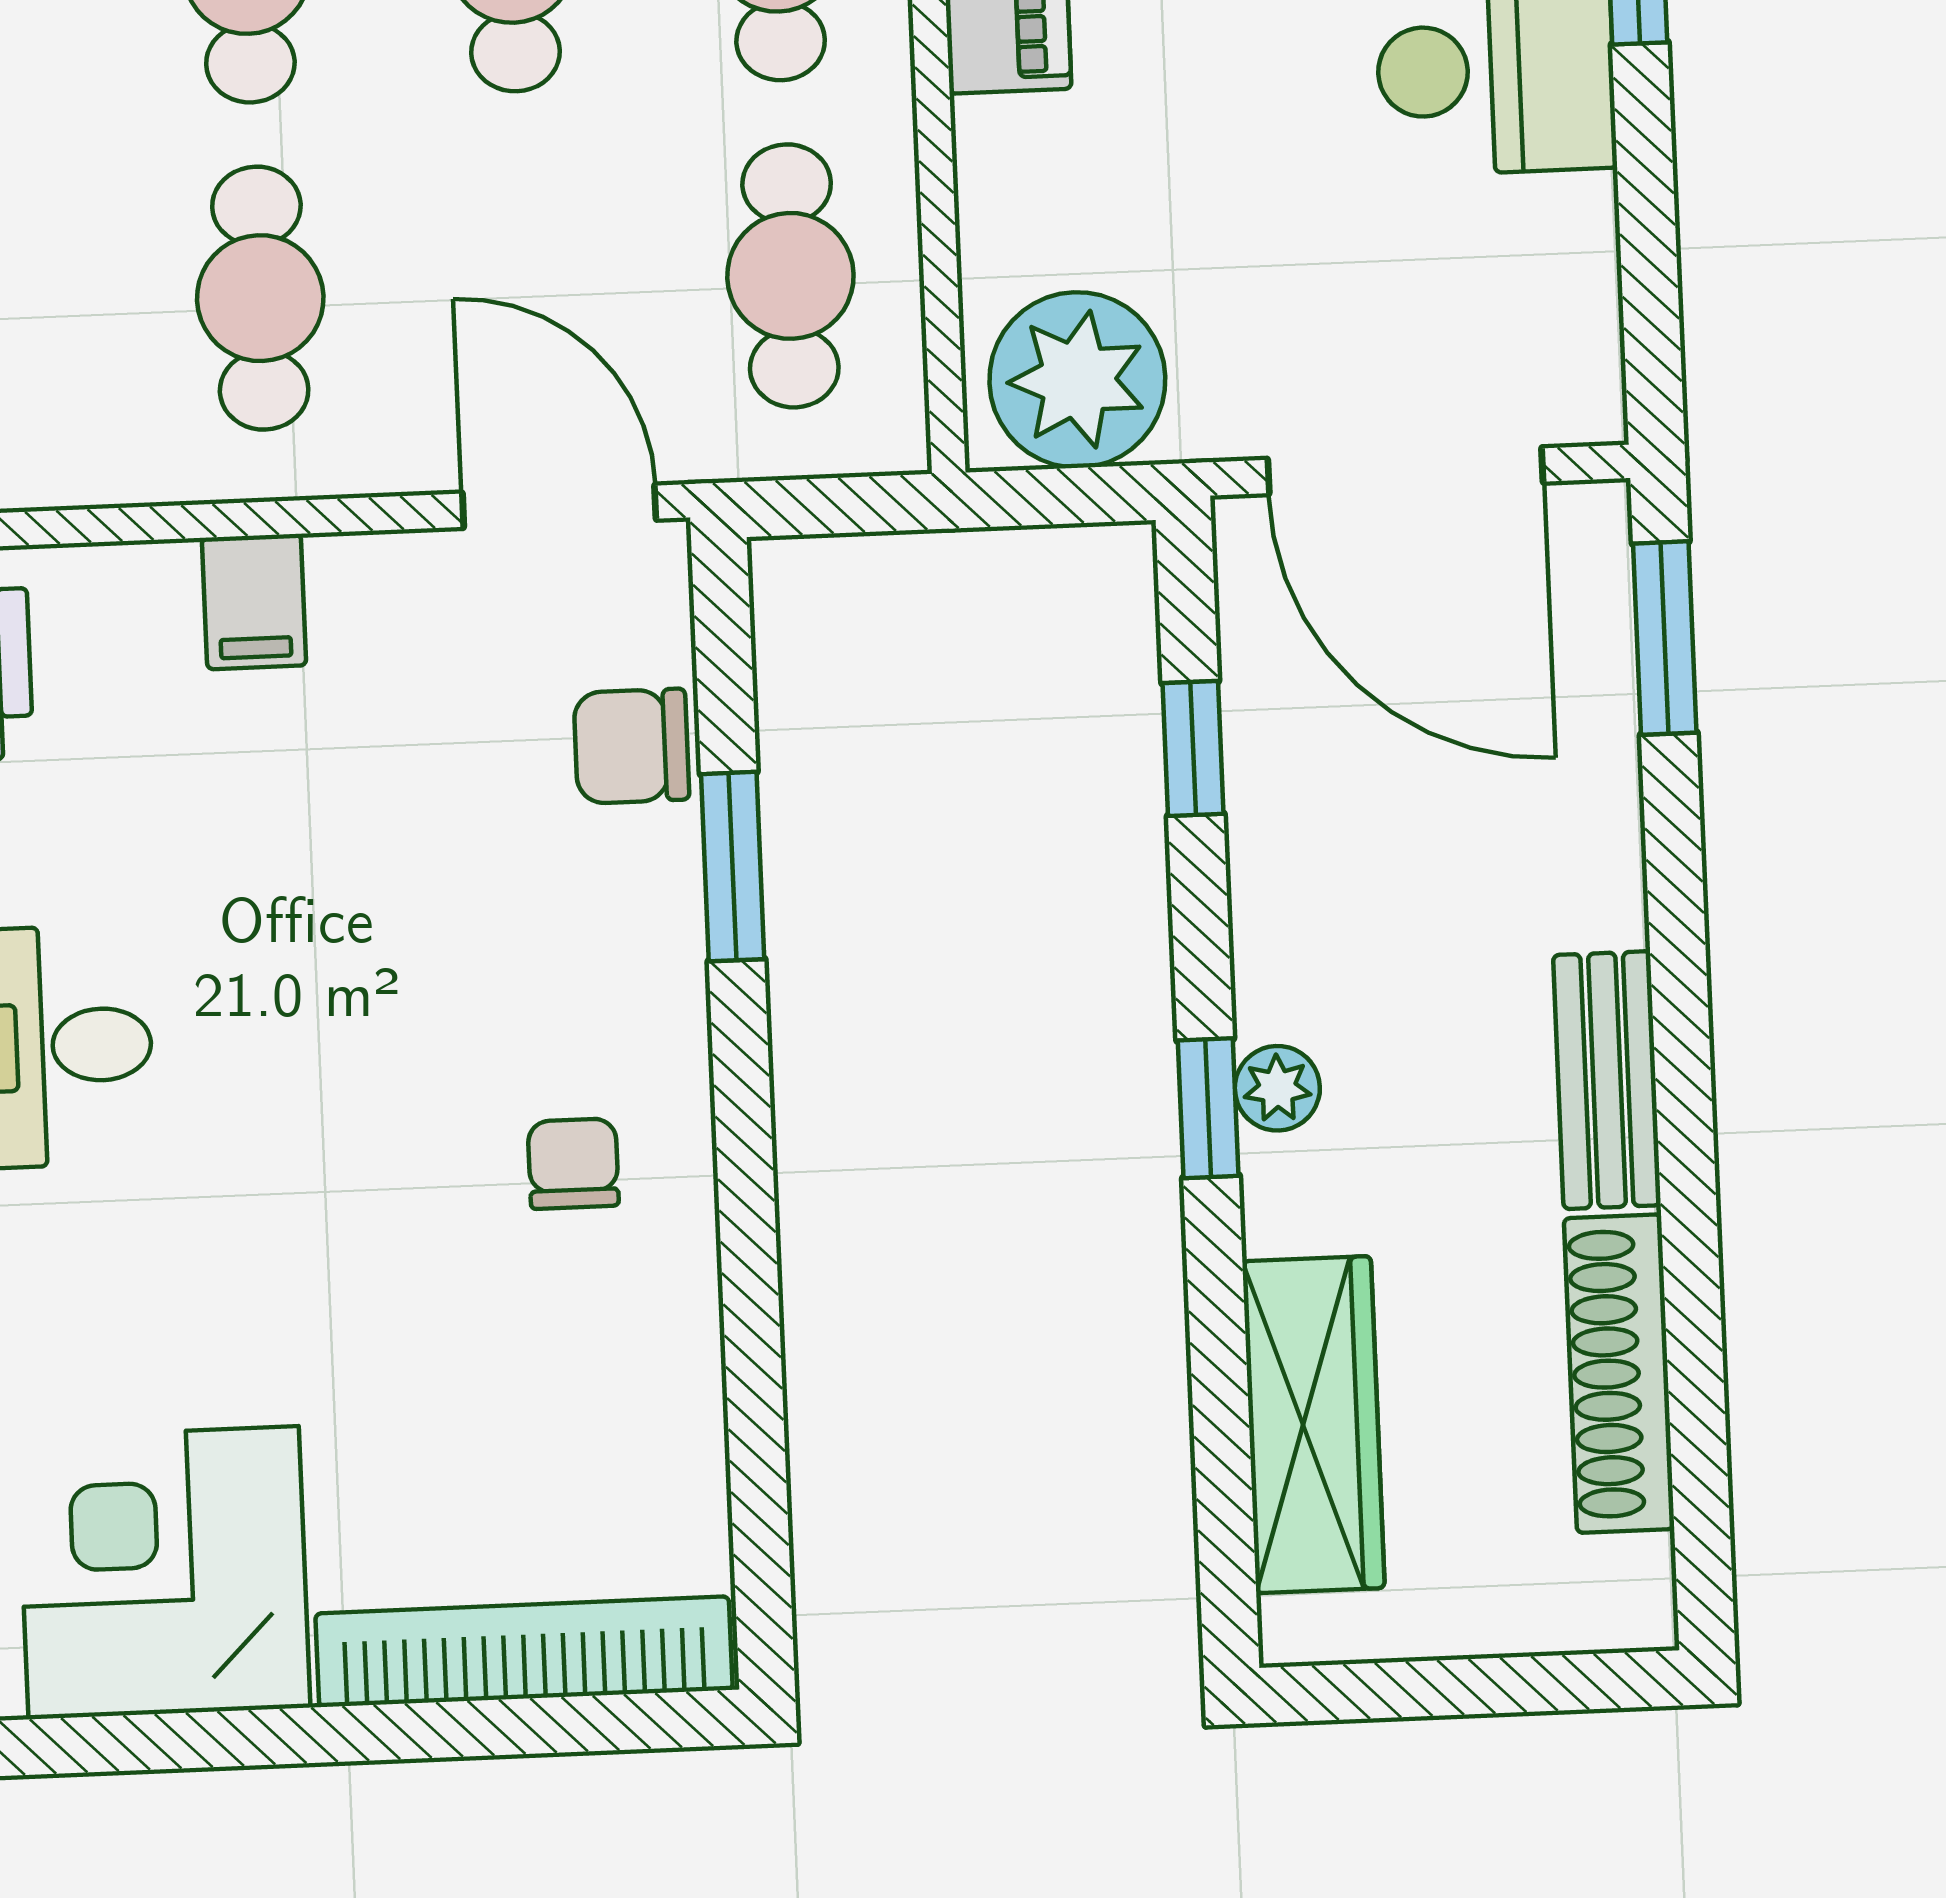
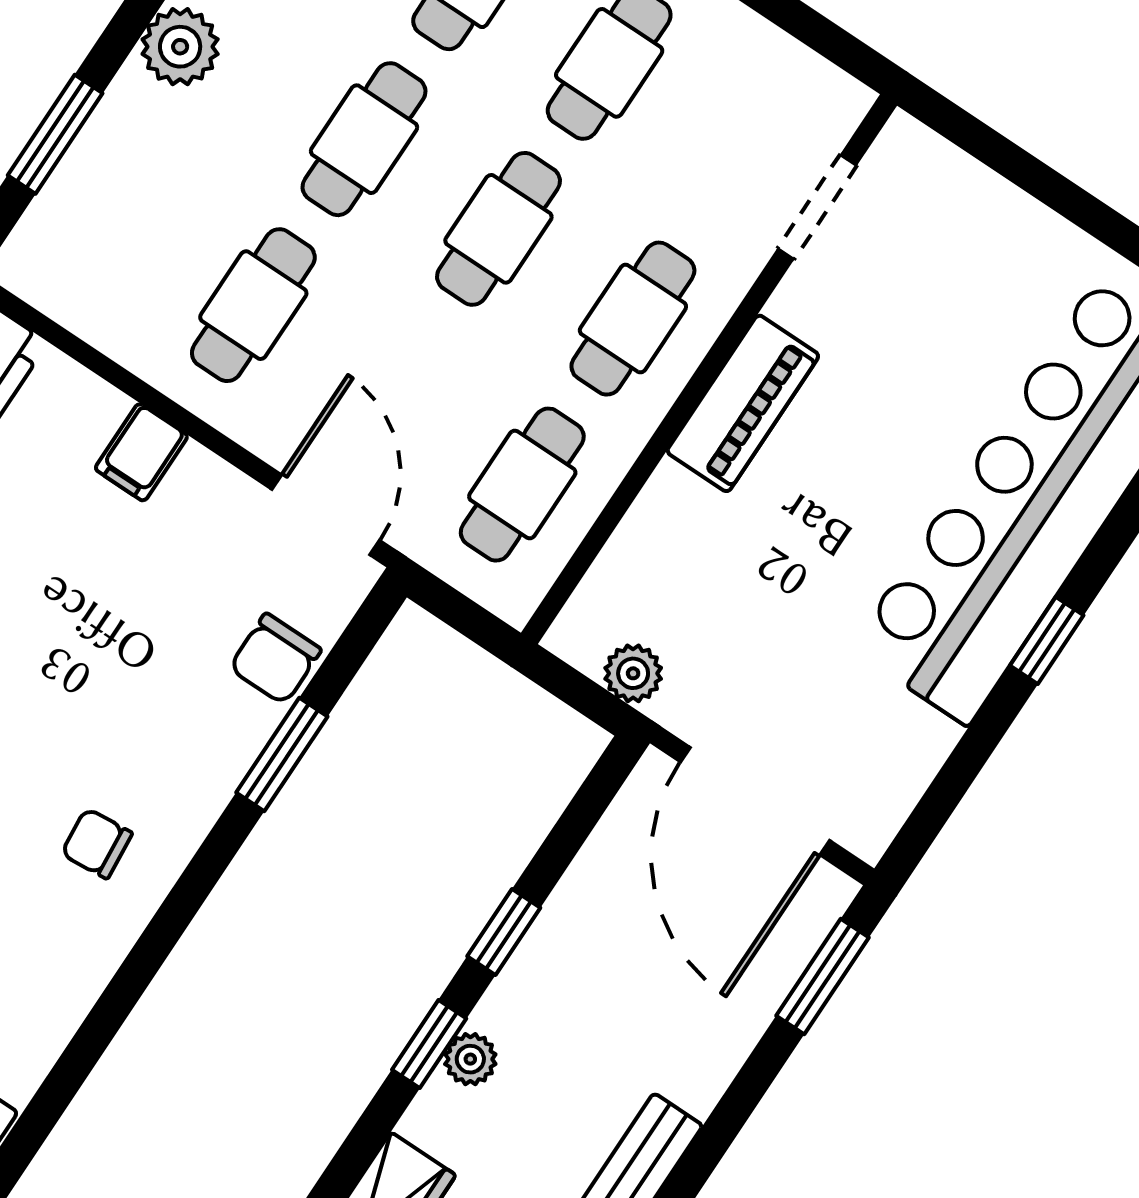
plant: (1077, 380) -> (633, 673), width x0.53, depth x0.53
chair: (631, 746) -> (275, 659), turned -90
window: (1193, 749) -> (504, 932), moved
chair: (573, 1164) -> (97, 843), turned -95

